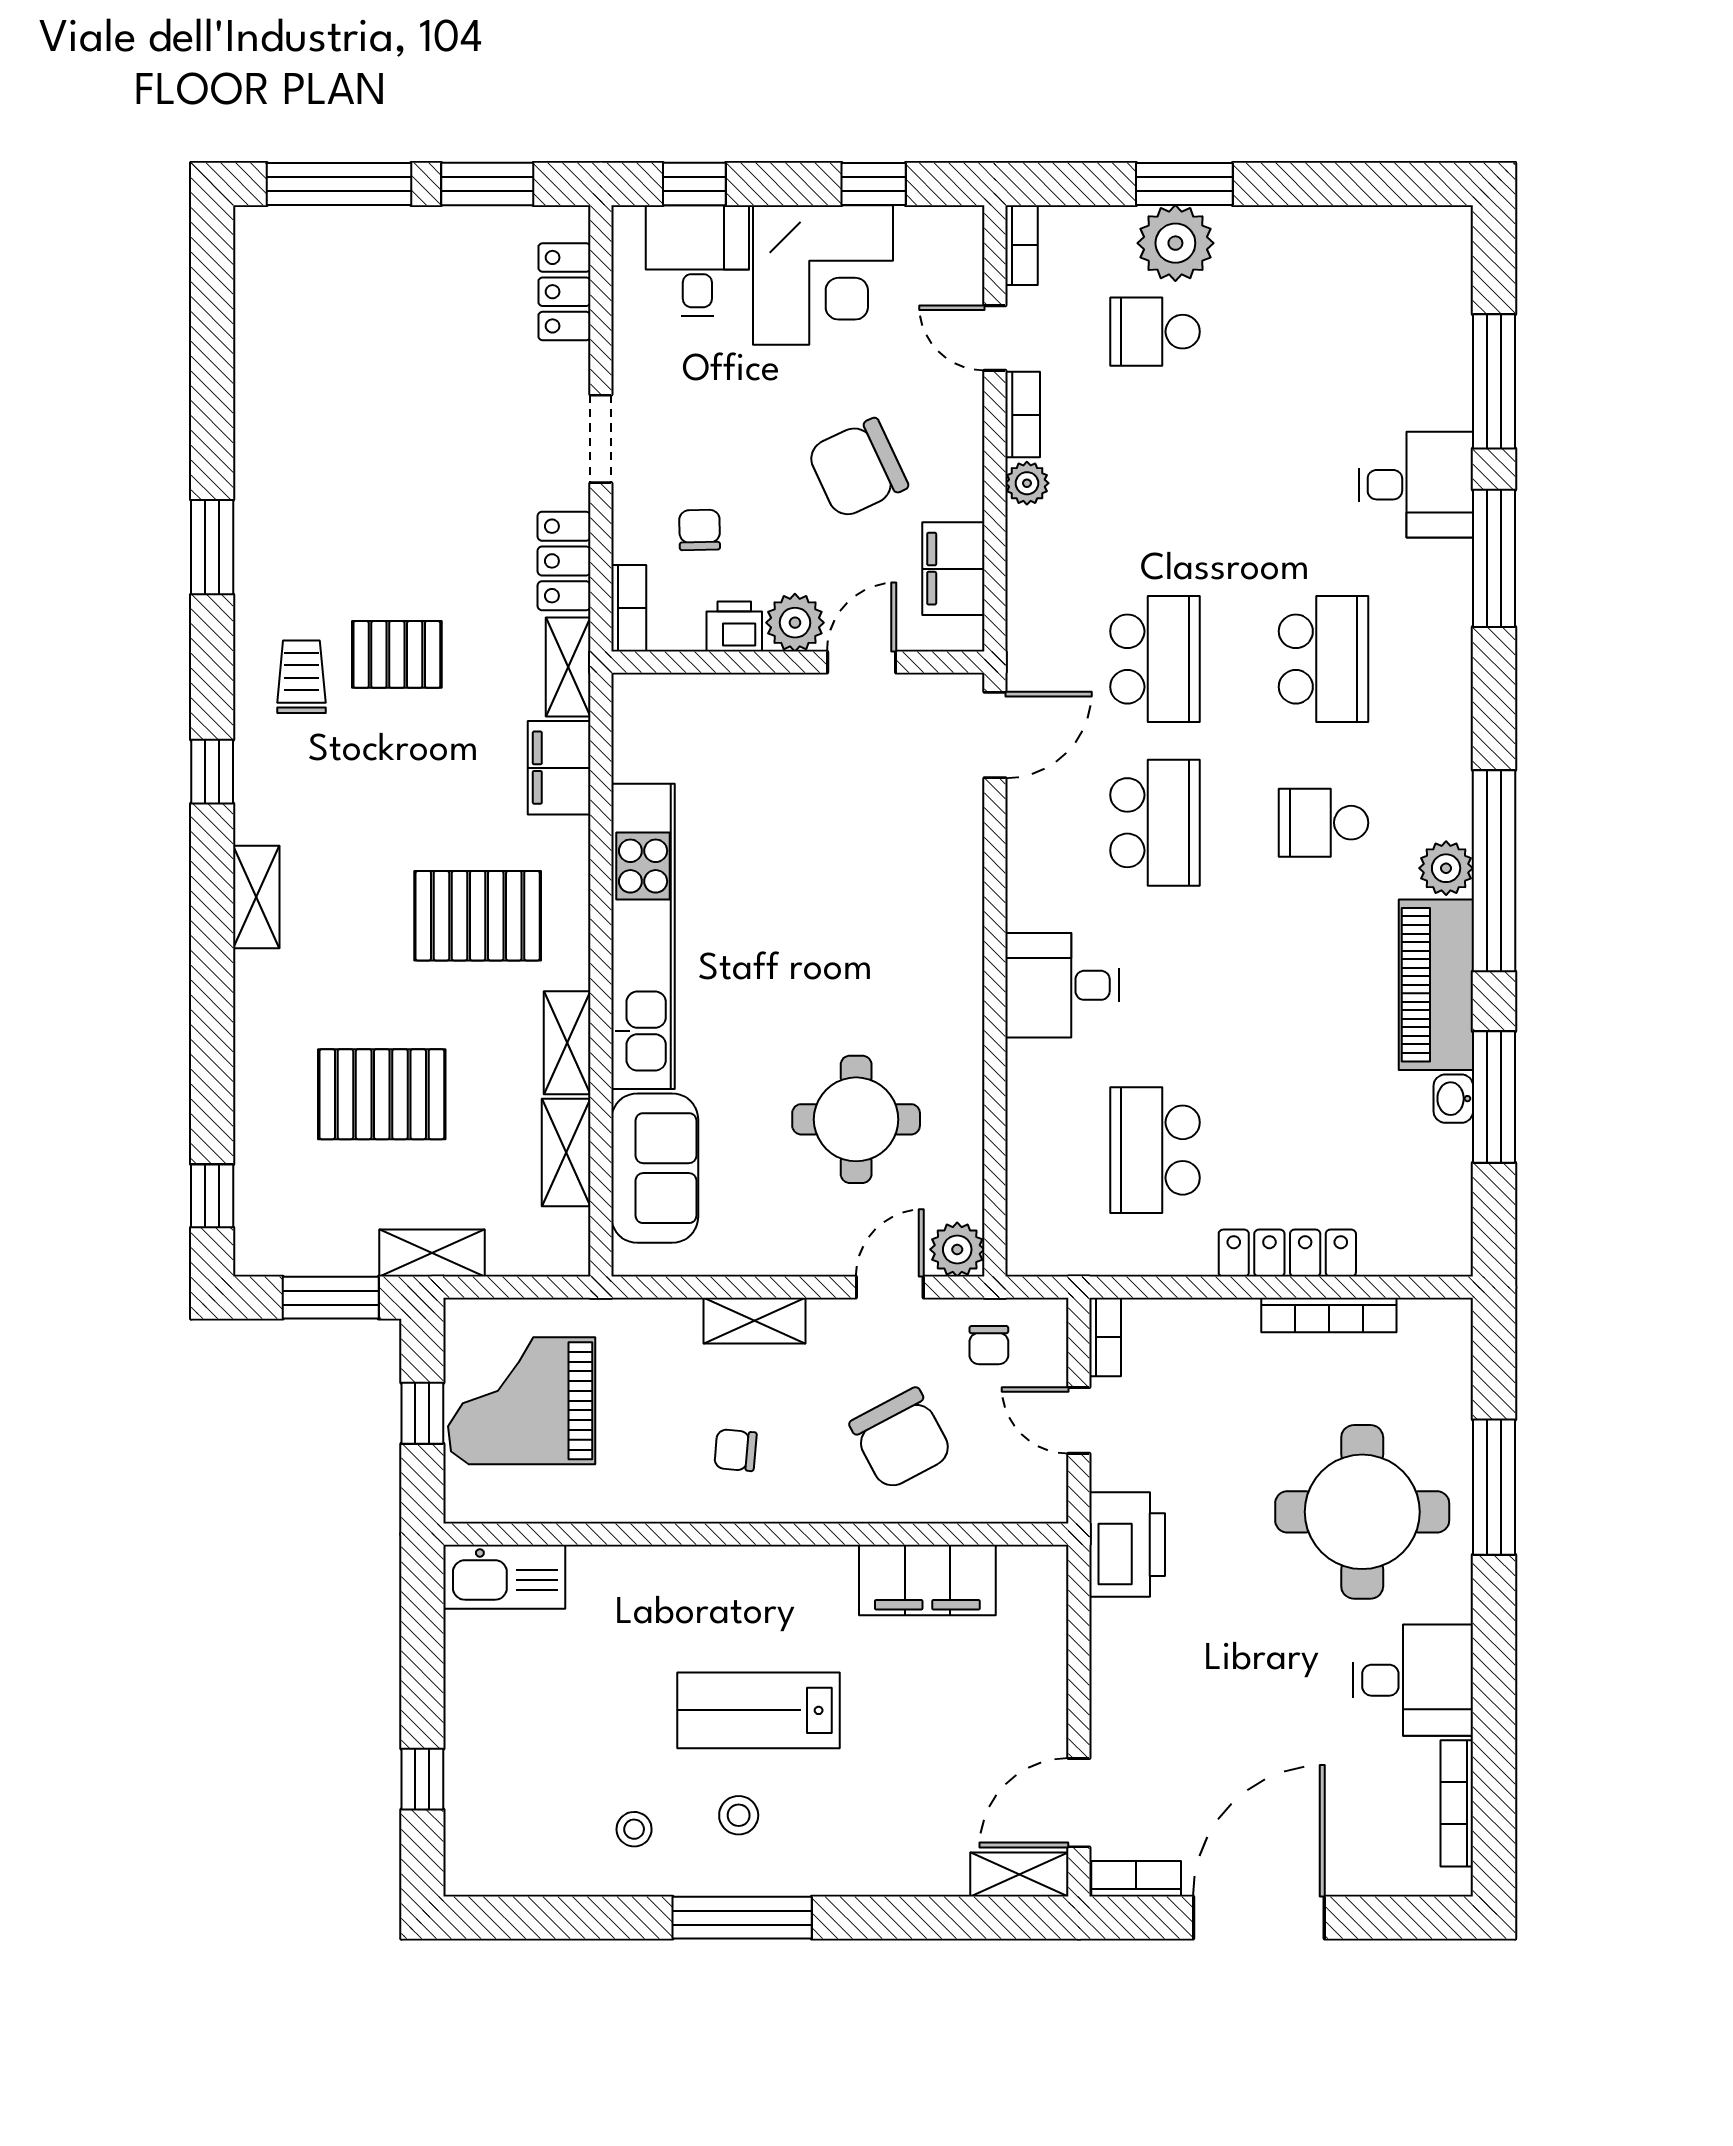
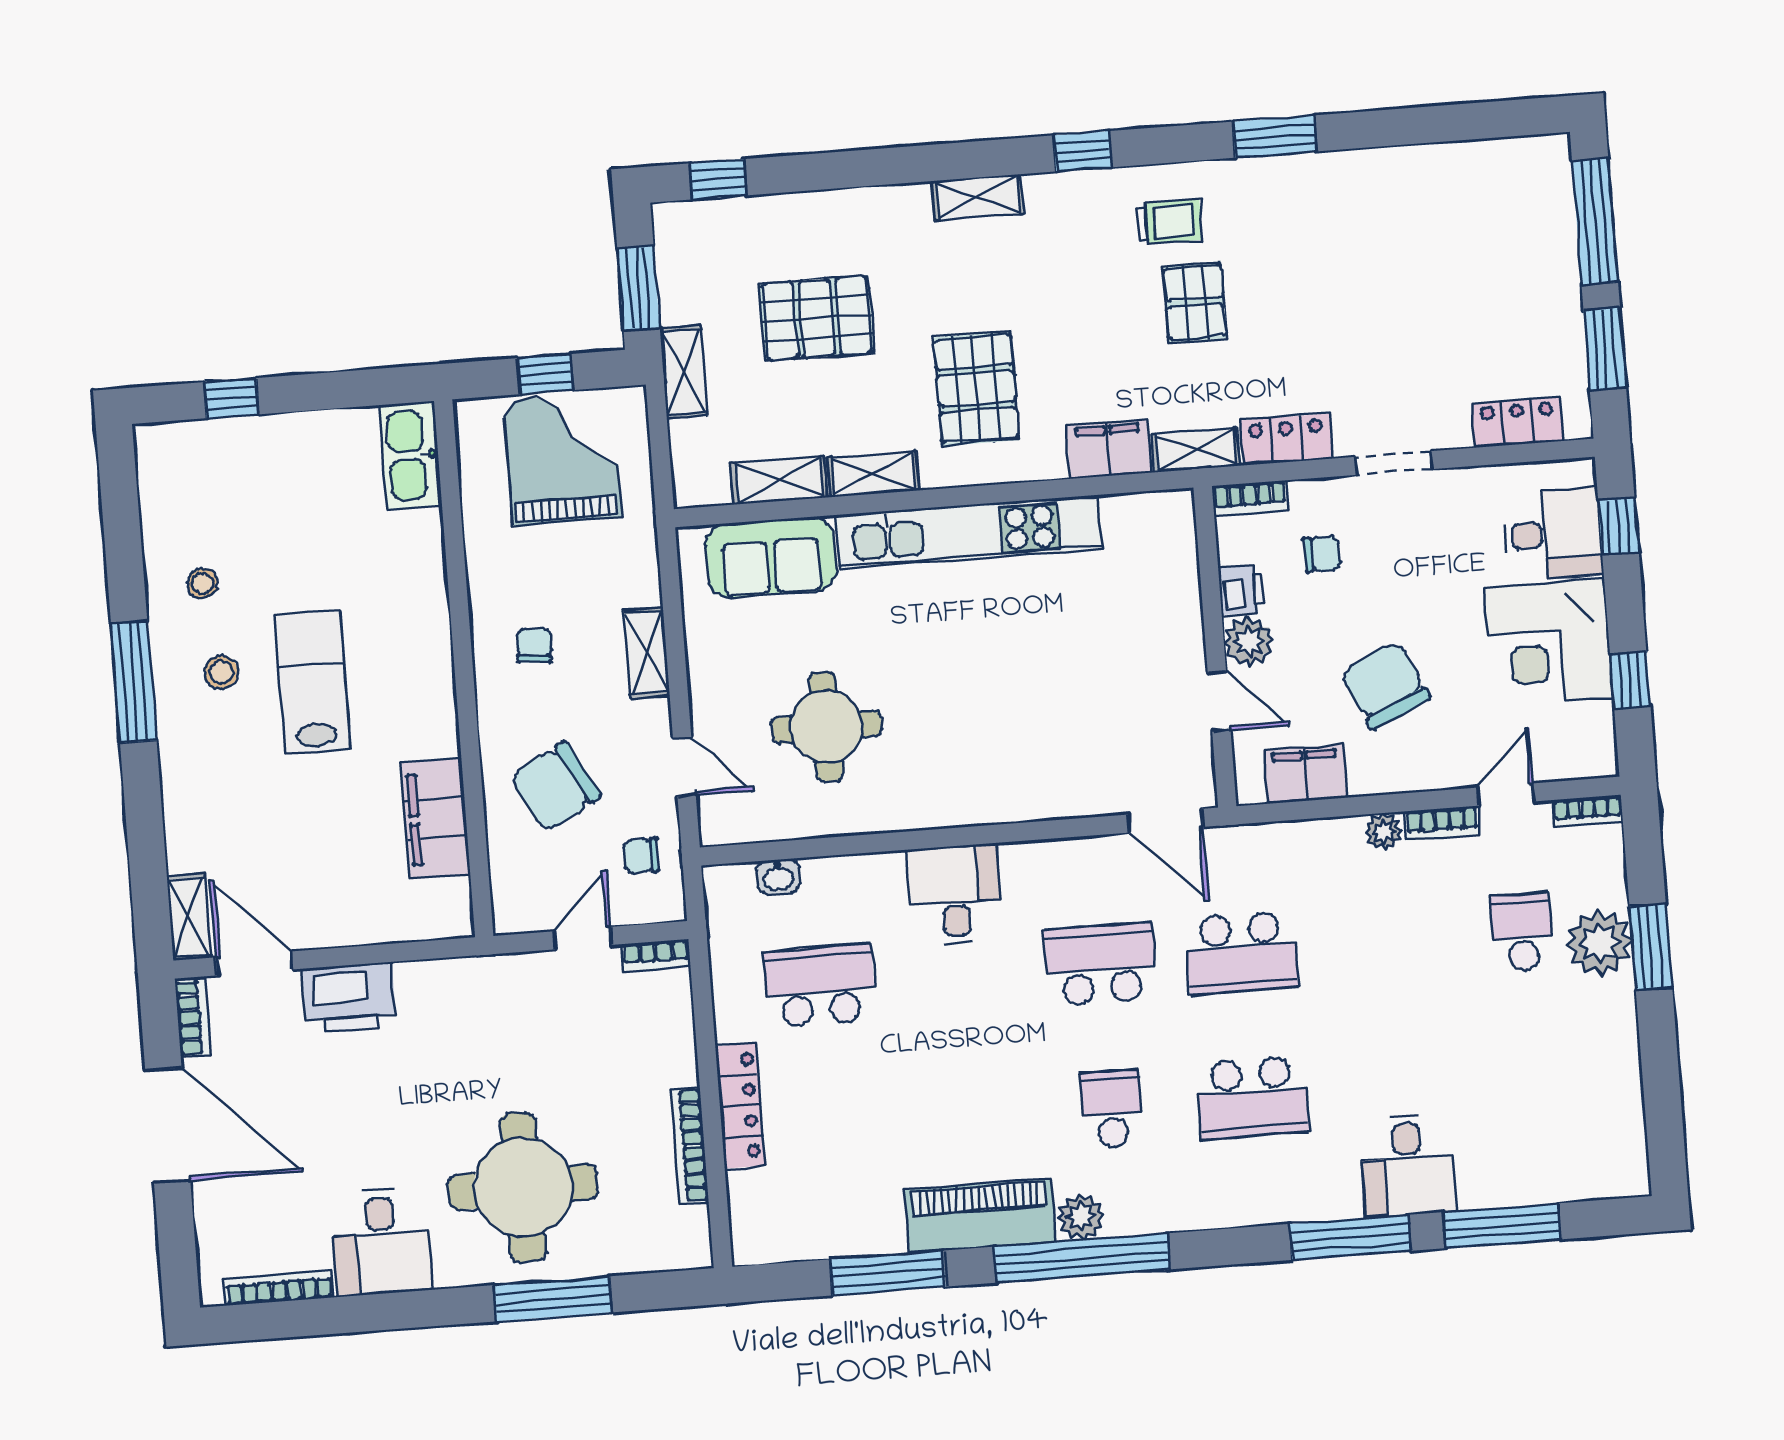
school desk: (1155, 823) -> (1101, 964), turned 180
pallet: (382, 1094) -> (817, 318), turned 90
washbasin: (1453, 1099) -> (778, 877), moved, turned 180
plant: (957, 1249) -> (721, 822), removed
printer: (1127, 1545) -> (349, 998), moved

